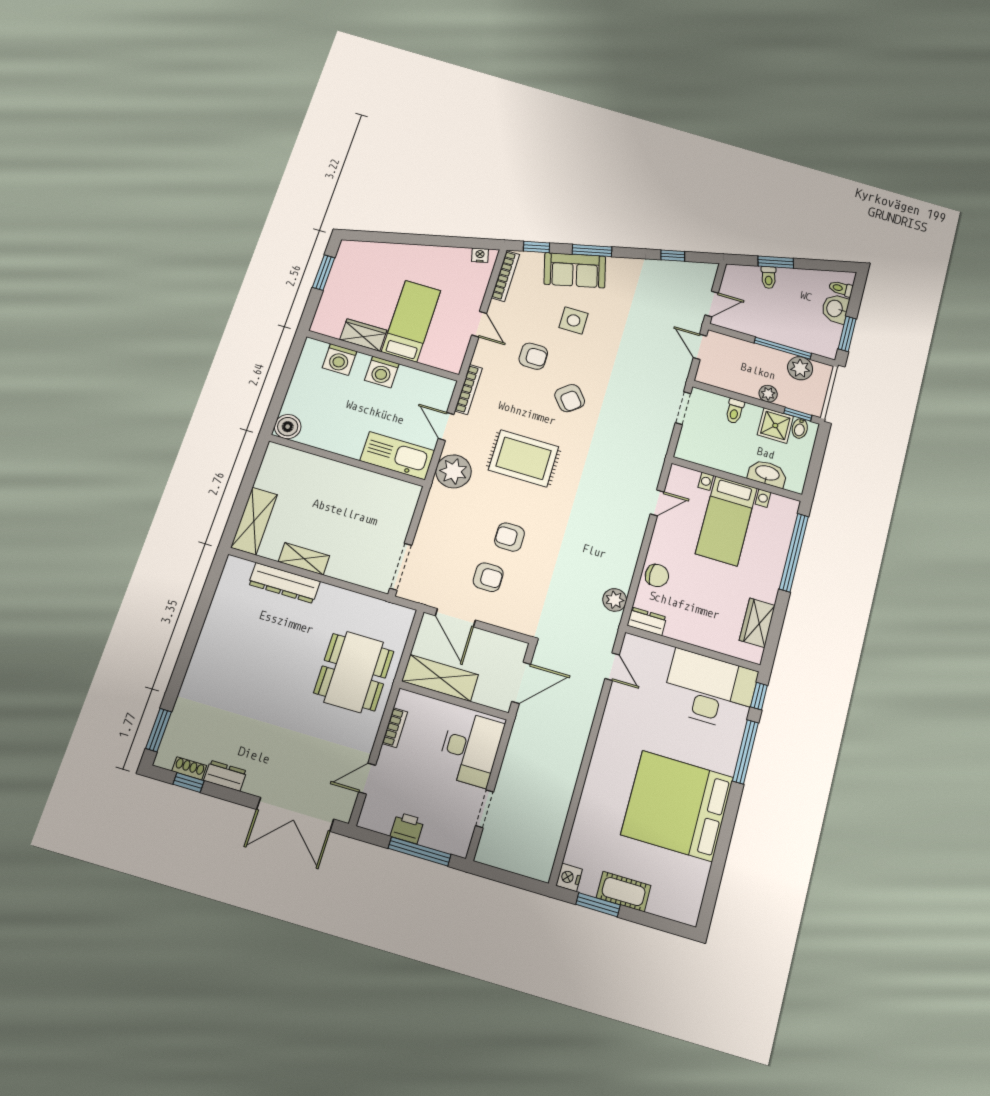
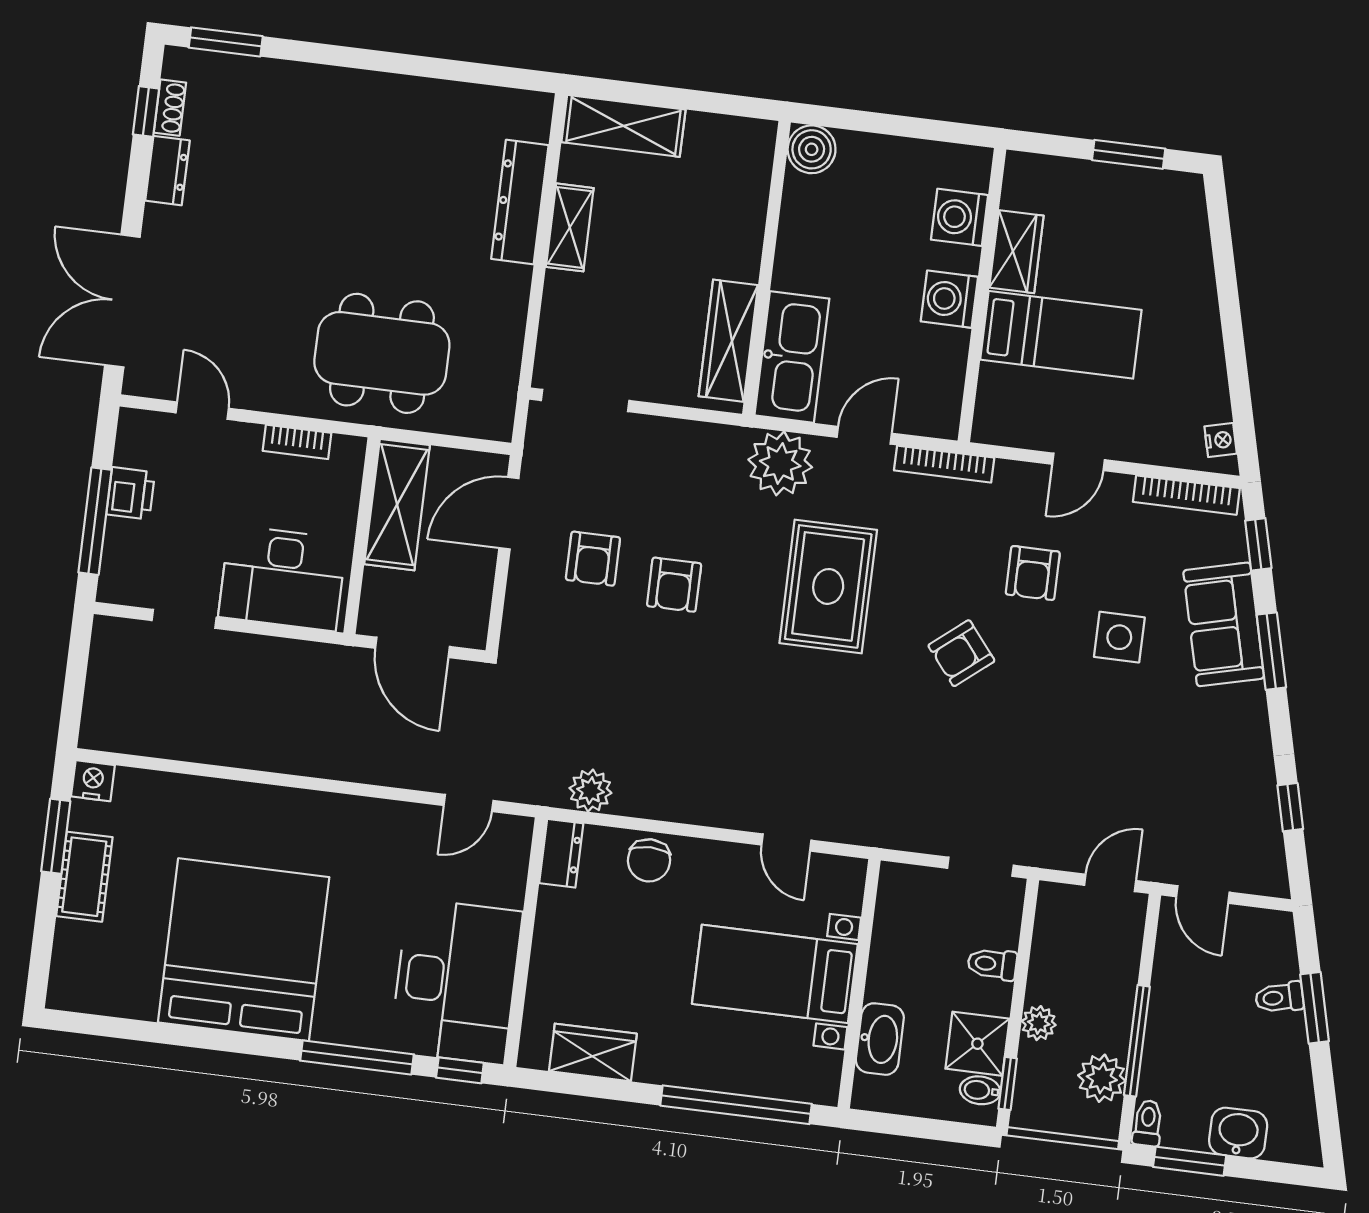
toilet: (841, 289) -> (1148, 1123), moved
wardrobe: (382, 487) -> (728, 341), added
armchair: (510, 537) -> (674, 585), turned 180

